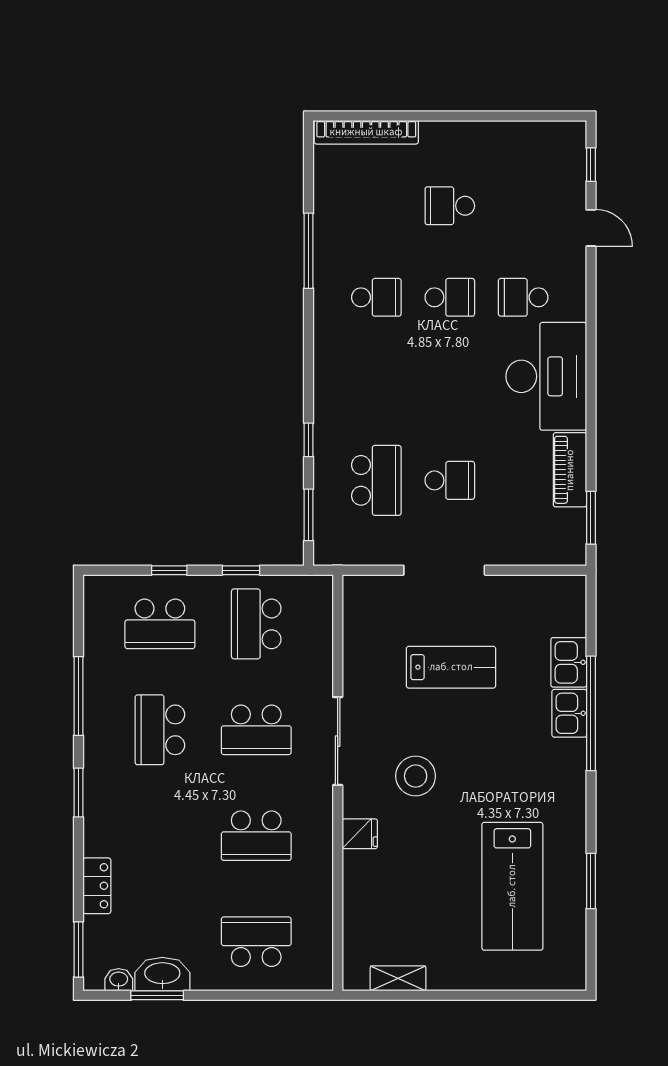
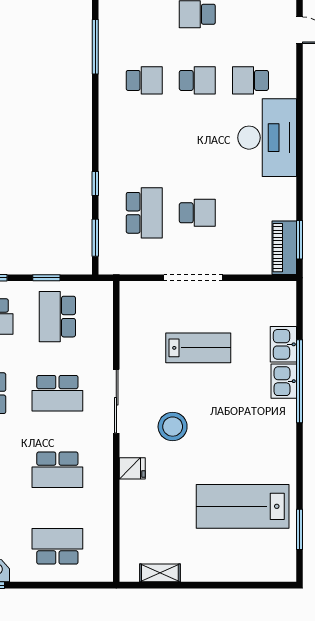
piano: (570, 470) -> (284, 248), moved
window: (591, 881) -> (299, 529), moved
lab bench: (512, 886) -> (243, 506), turned 90

